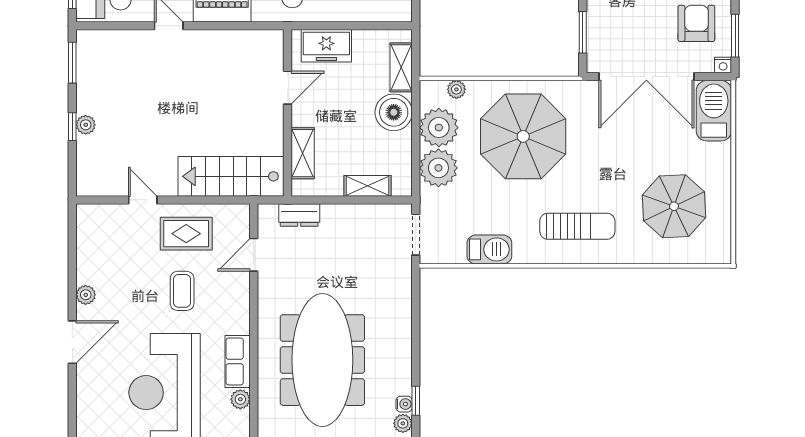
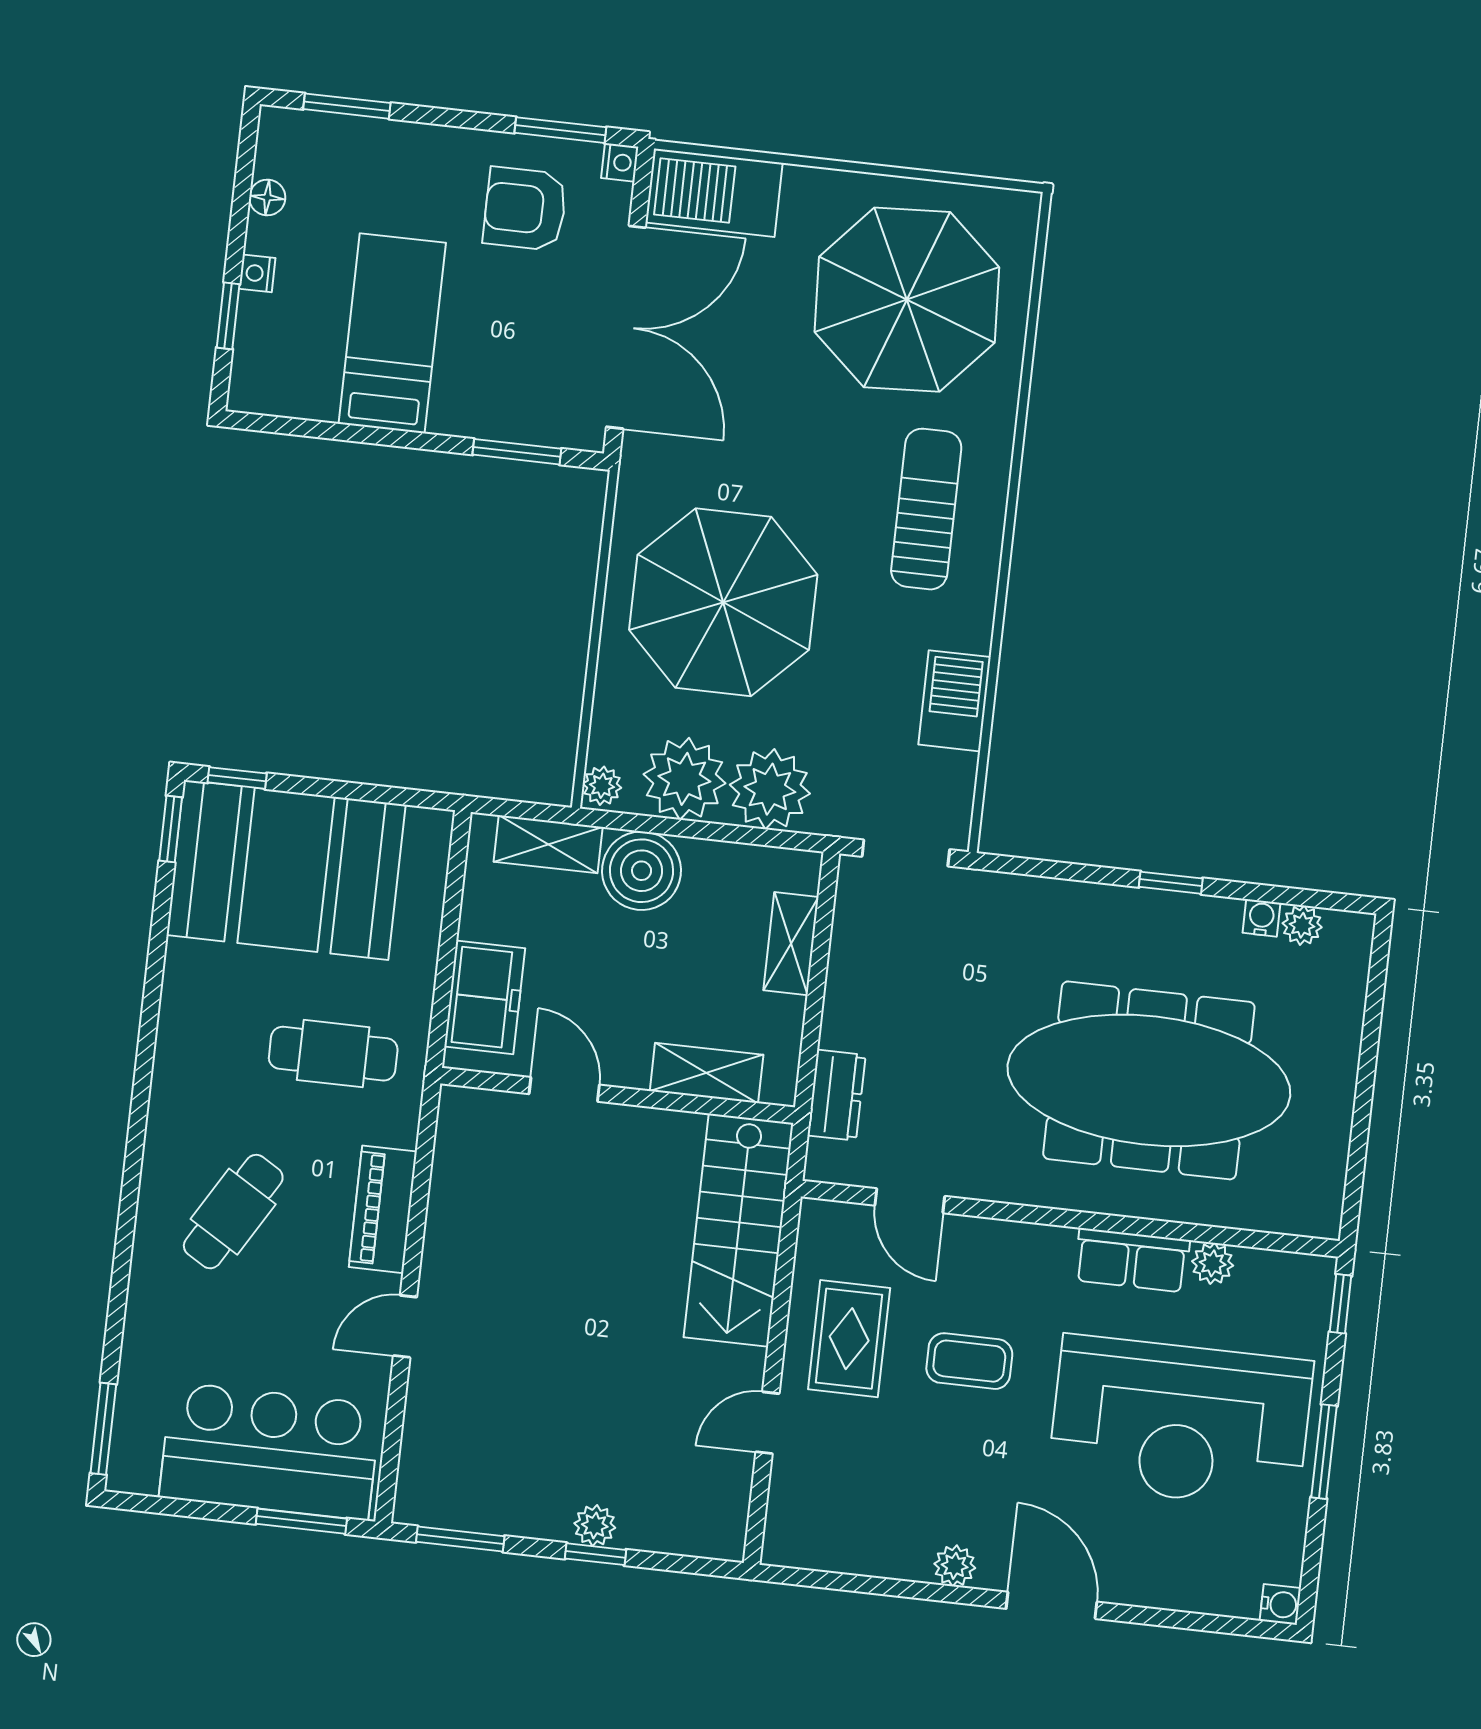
plant: (456, 89) -> (602, 786), moved
parasol: (674, 206) -> (907, 300), width x1.36, depth x1.36
window: (416, 401) -> (1171, 883), moved

